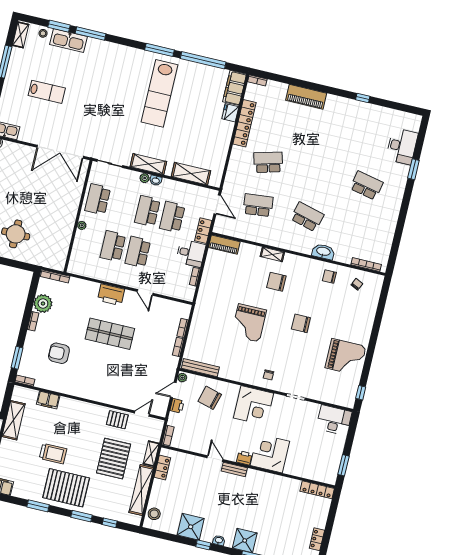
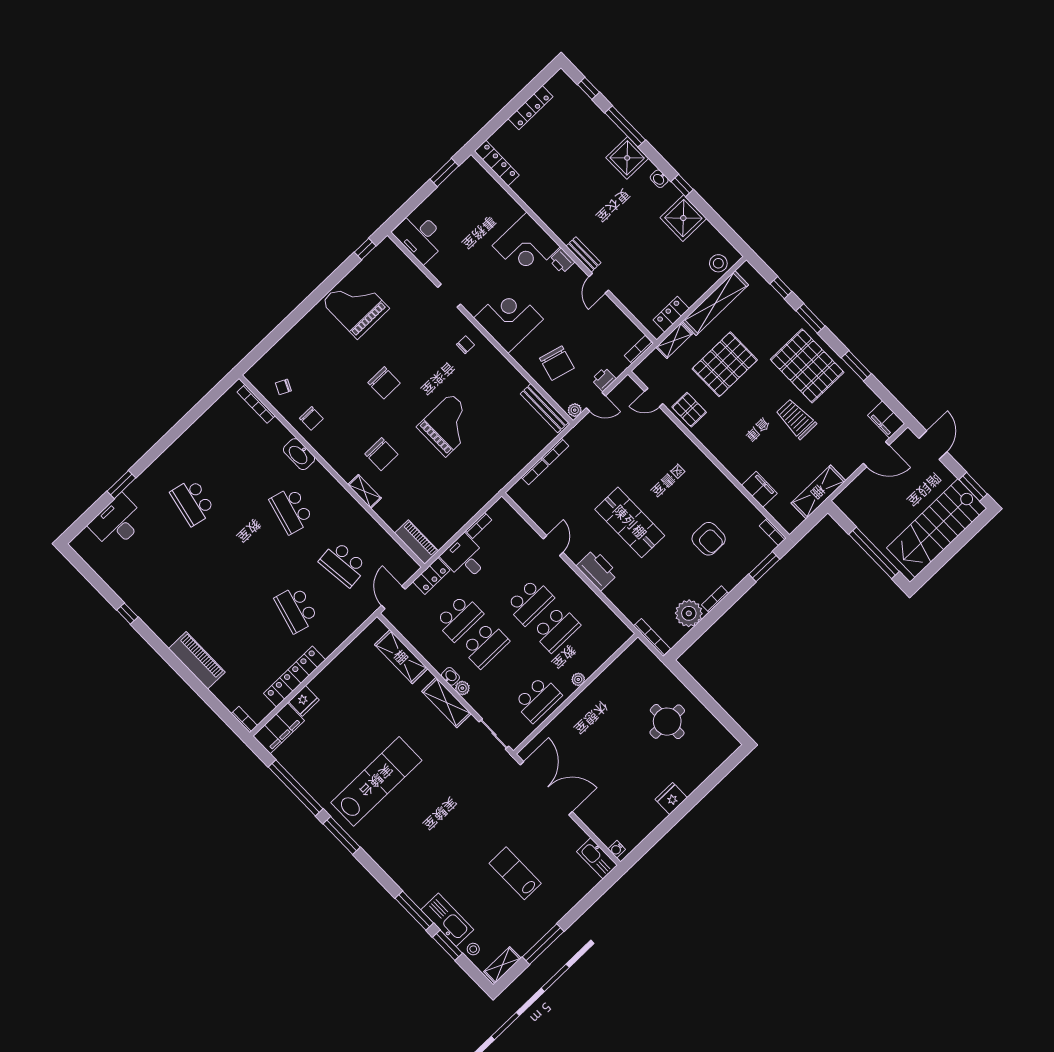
school desk: (268, 162) -> (296, 609), turned 30
locker: (317, 539) -> (530, 108), width x1.53

